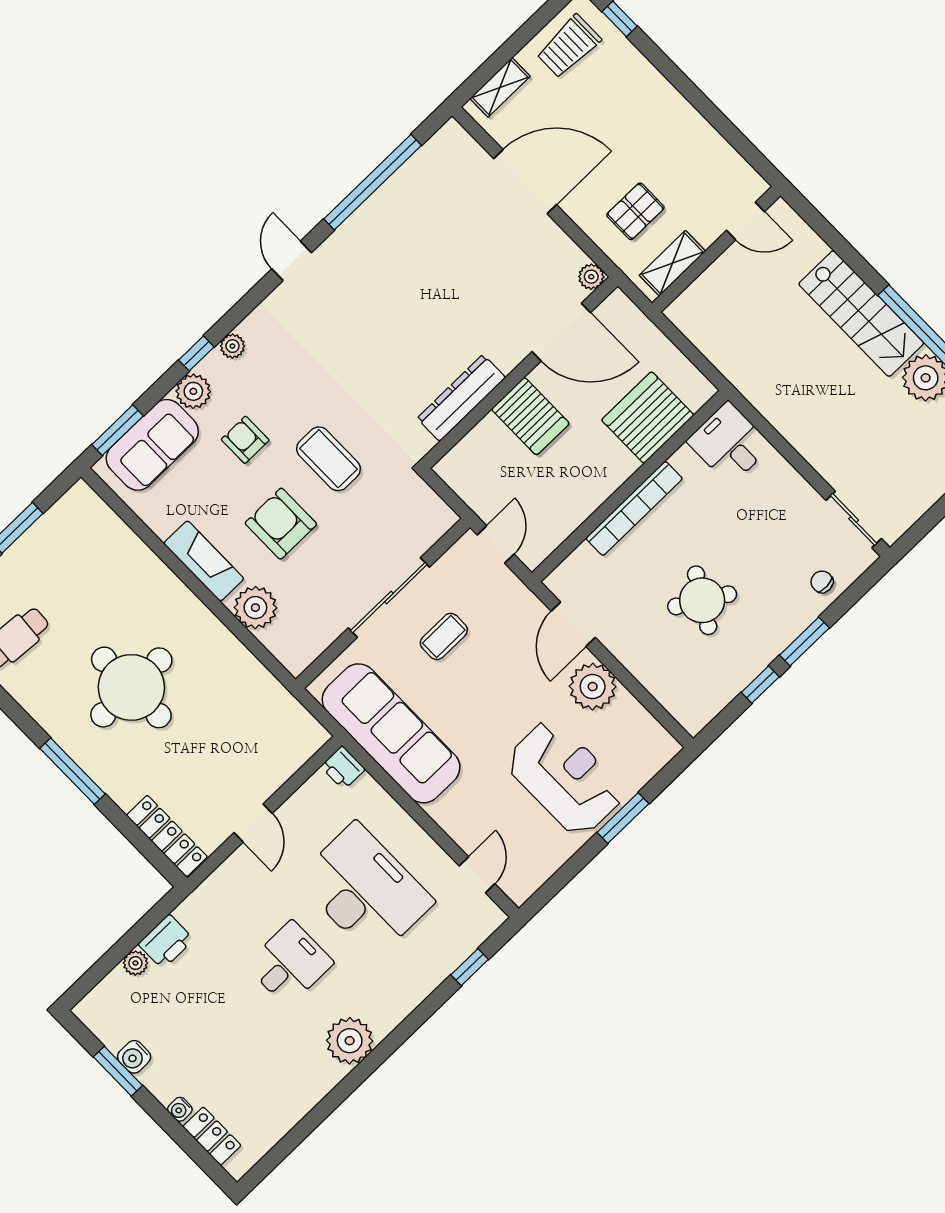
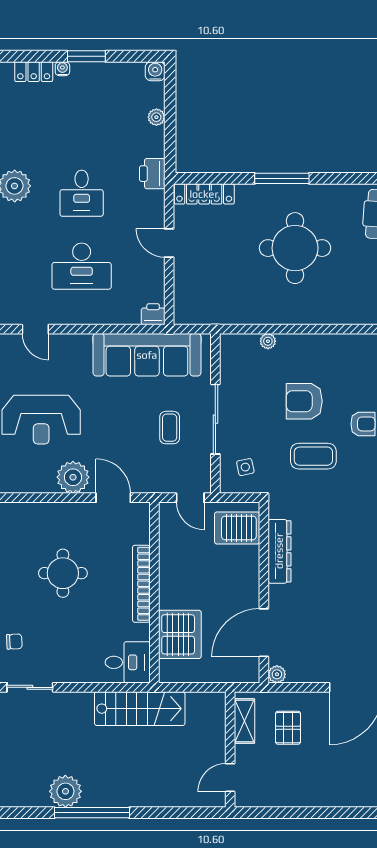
stairs: (861, 314) -> (140, 709), moved, turned 180
server rack: (530, 416) -> (237, 528), moved
side table: (408, 518) -> (245, 467), added
armchair: (281, 524) -> (304, 401), turned 180
fireplace: (204, 561) -> (323, 345), removed
round table: (702, 600) -> (63, 573), turned -31
plant: (255, 608) -> (268, 341), width x0.53, depth x0.53
desk: (365, 890) -> (82, 266), width x0.73, depth x0.77
printer: (166, 942) -> (152, 174), moved
water cooler: (134, 1057) -> (155, 71), moved
window: (118, 1071) -> (86, 56), moved

